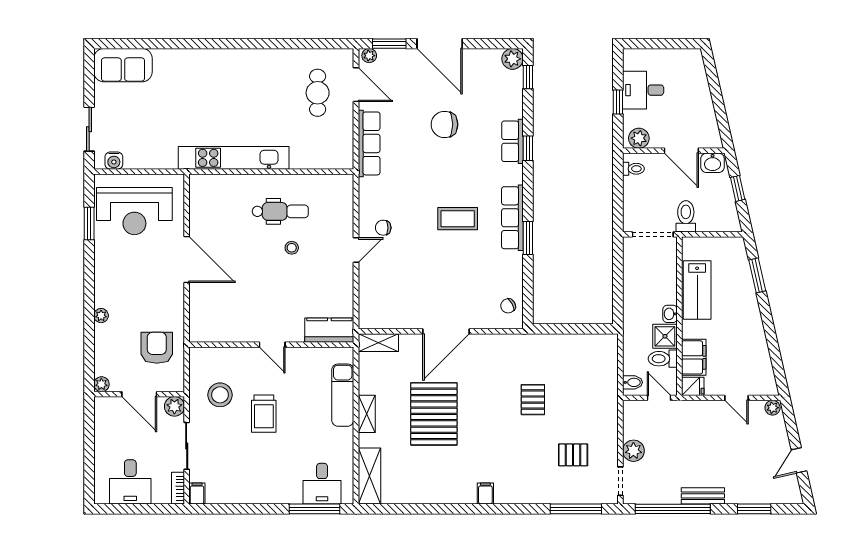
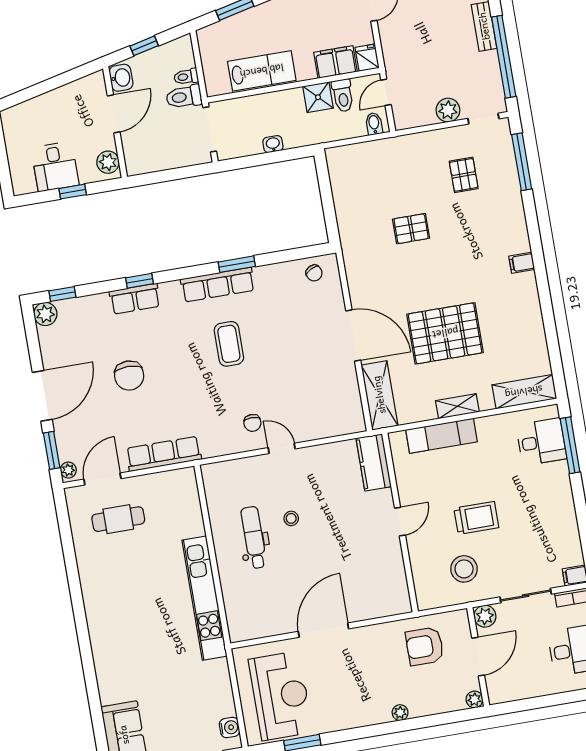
toilet: (633, 169) -> (186, 77), moved, turned -90
washbasin: (670, 314) -> (273, 144), moved, turned 180
shelving: (378, 343) -> (379, 395), width x1.50, depth x1.33

